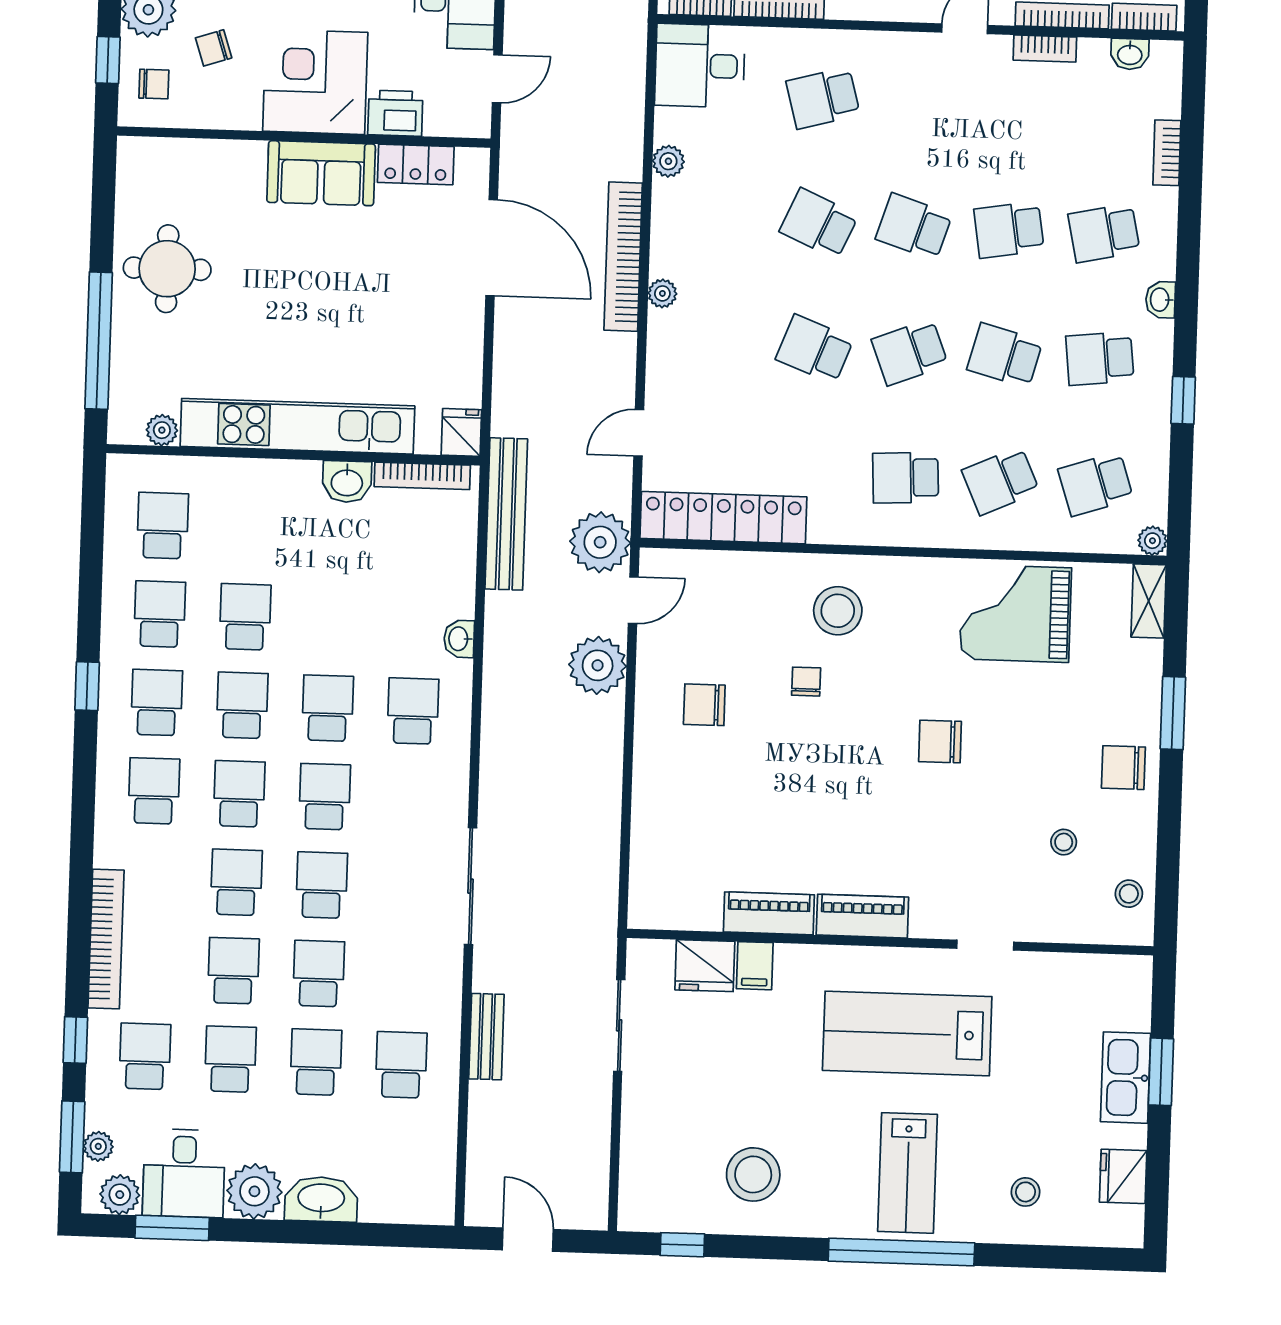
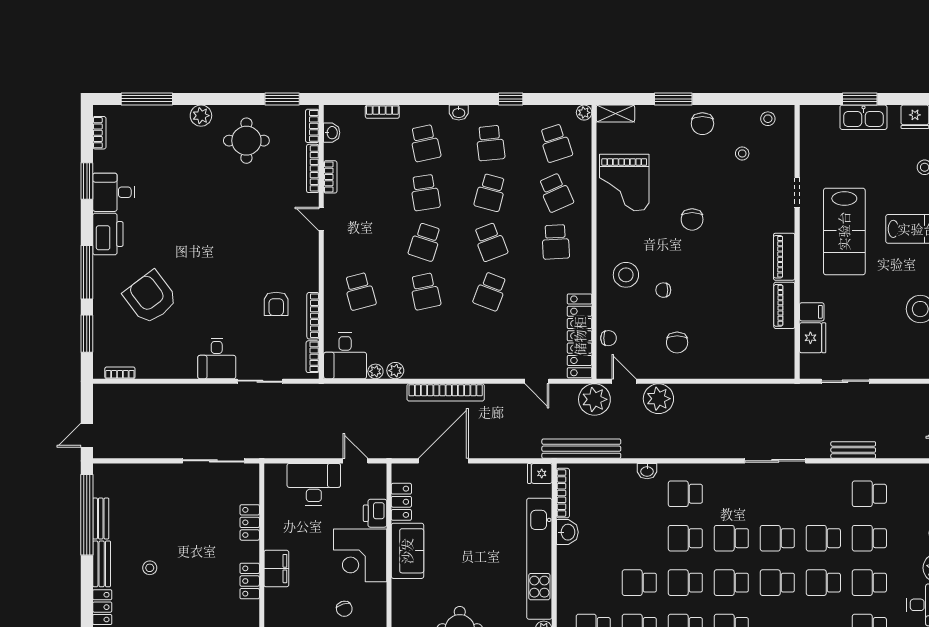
school desk: (819, 224) -> (425, 291), turned -36
plant: (662, 293) -> (375, 371), moved
chair: (717, 573) -> (609, 338), added

